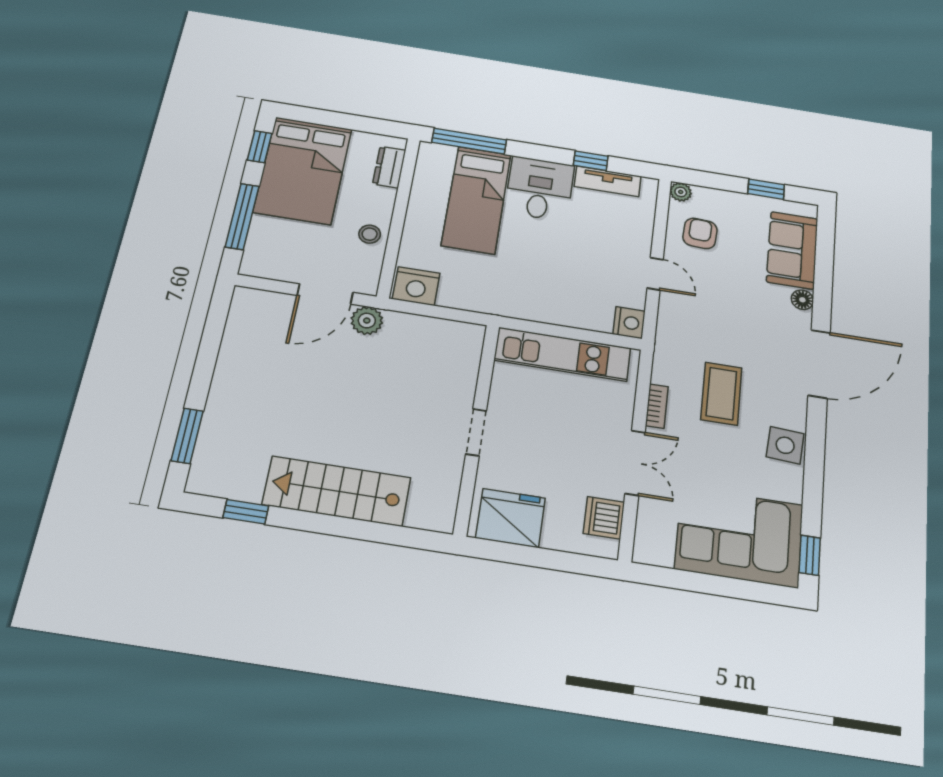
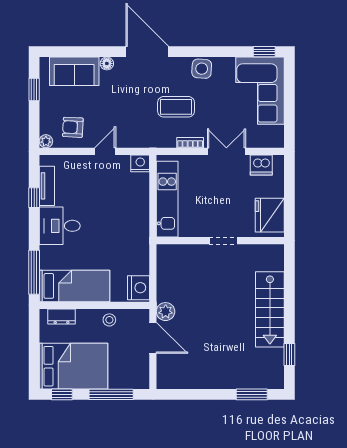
bed: (476, 200) -> (74, 286), moved

